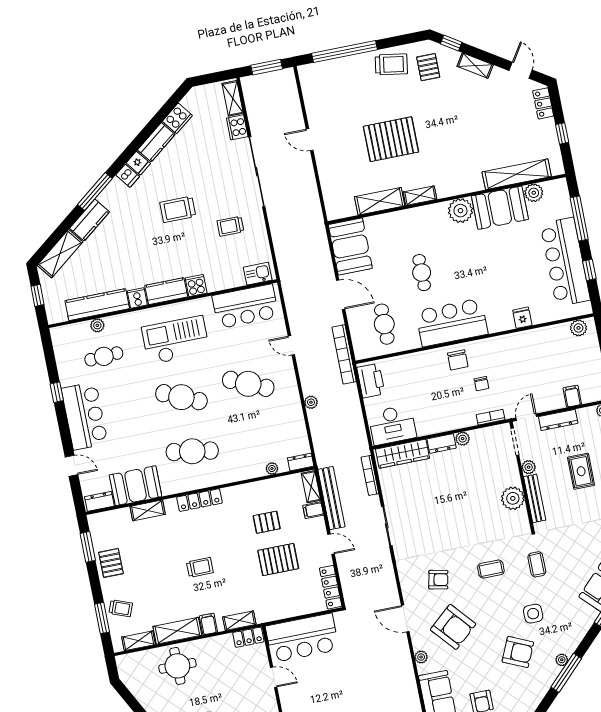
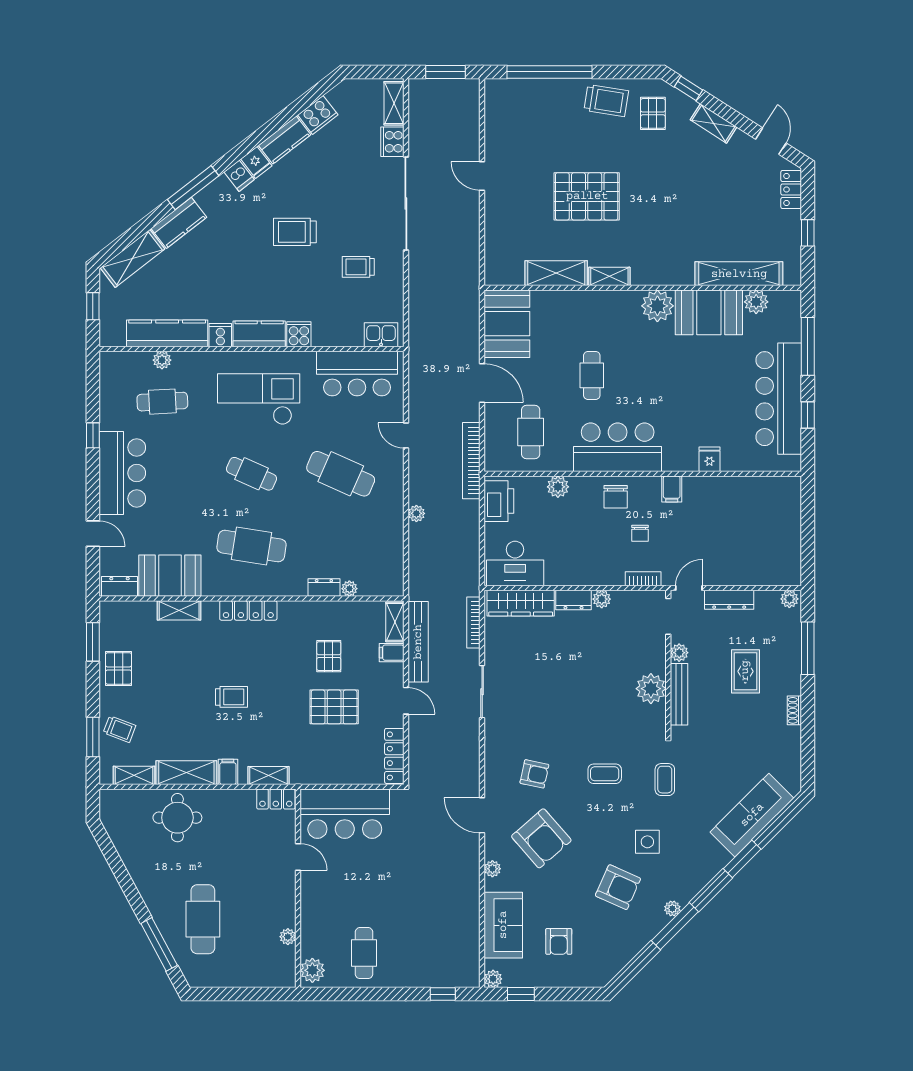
plant: (578, 328) -> (558, 487), moved
filing cabinet: (572, 396) -> (672, 489), moved, turned 180
cafe table: (181, 397) -> (252, 474), width x0.73, depth x0.74
dresser: (301, 462) -> (324, 588), moved
pallet: (267, 522) -> (329, 656), turned 90

